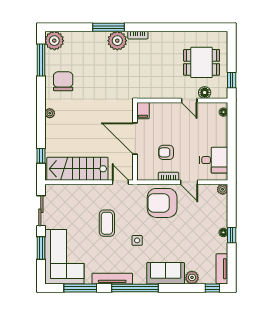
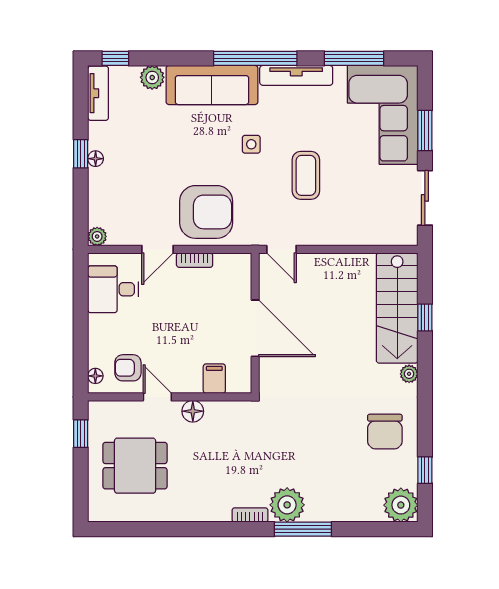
window: (41, 60) -> (425, 470), width x0.46
floor lamp: (205, 93) -> (193, 411), moved
filing cabinet: (143, 111) -> (214, 379), moved
armchair: (166, 152) -> (128, 368), moved, turned 180
window: (41, 156) -> (425, 317), moved
stairs: (77, 169) -> (397, 308), moved, turned 90
door: (189, 182) -> (157, 249), swing flipped
sofa: (166, 273) -> (212, 85), width x1.36

